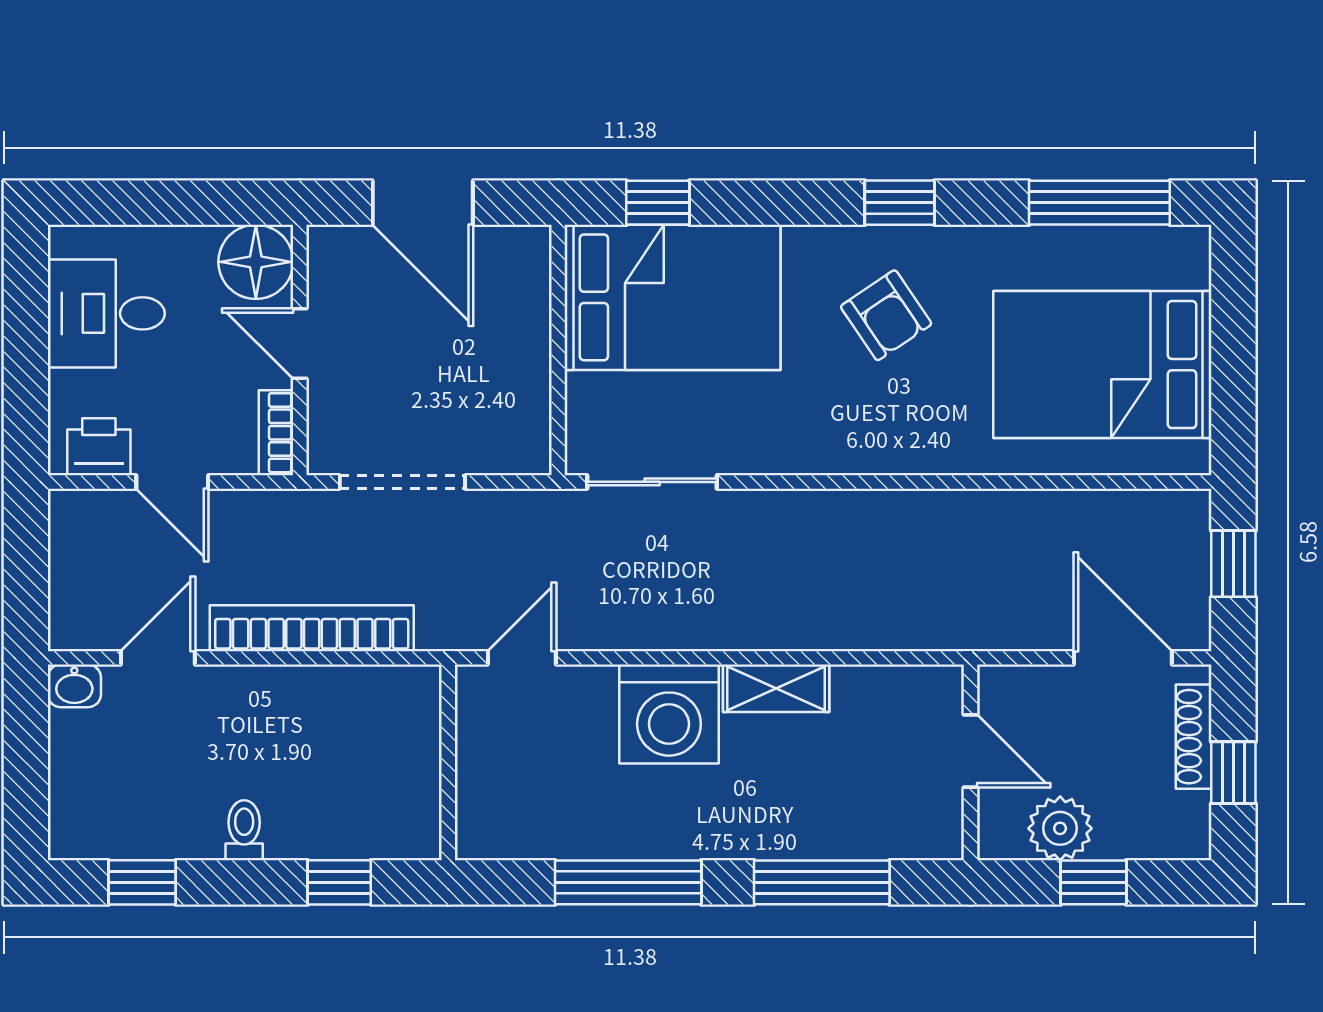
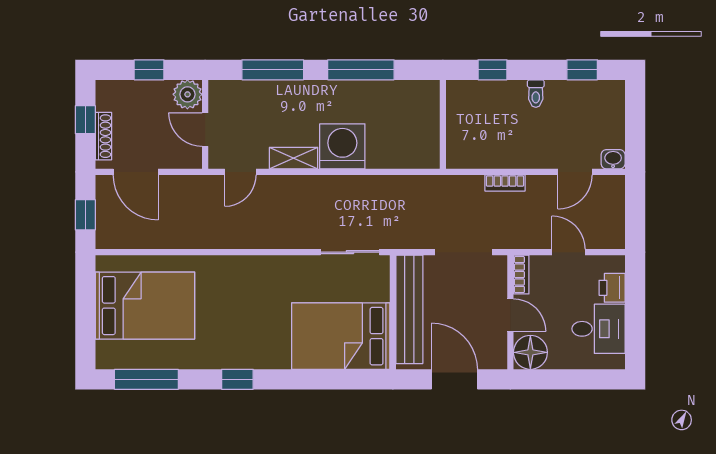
window: (658, 203) -> (347, 379), removed
armchair: (886, 315) -> (243, 328), removed
bench: (522, 356) -> (409, 309), added
printer: (99, 447) -> (612, 288), moved, turned 90
bookcase: (312, 628) -> (505, 183), width x0.43, depth x0.76
door: (522, 658) -> (240, 172), moved
plant: (1060, 828) -> (187, 94), moved

